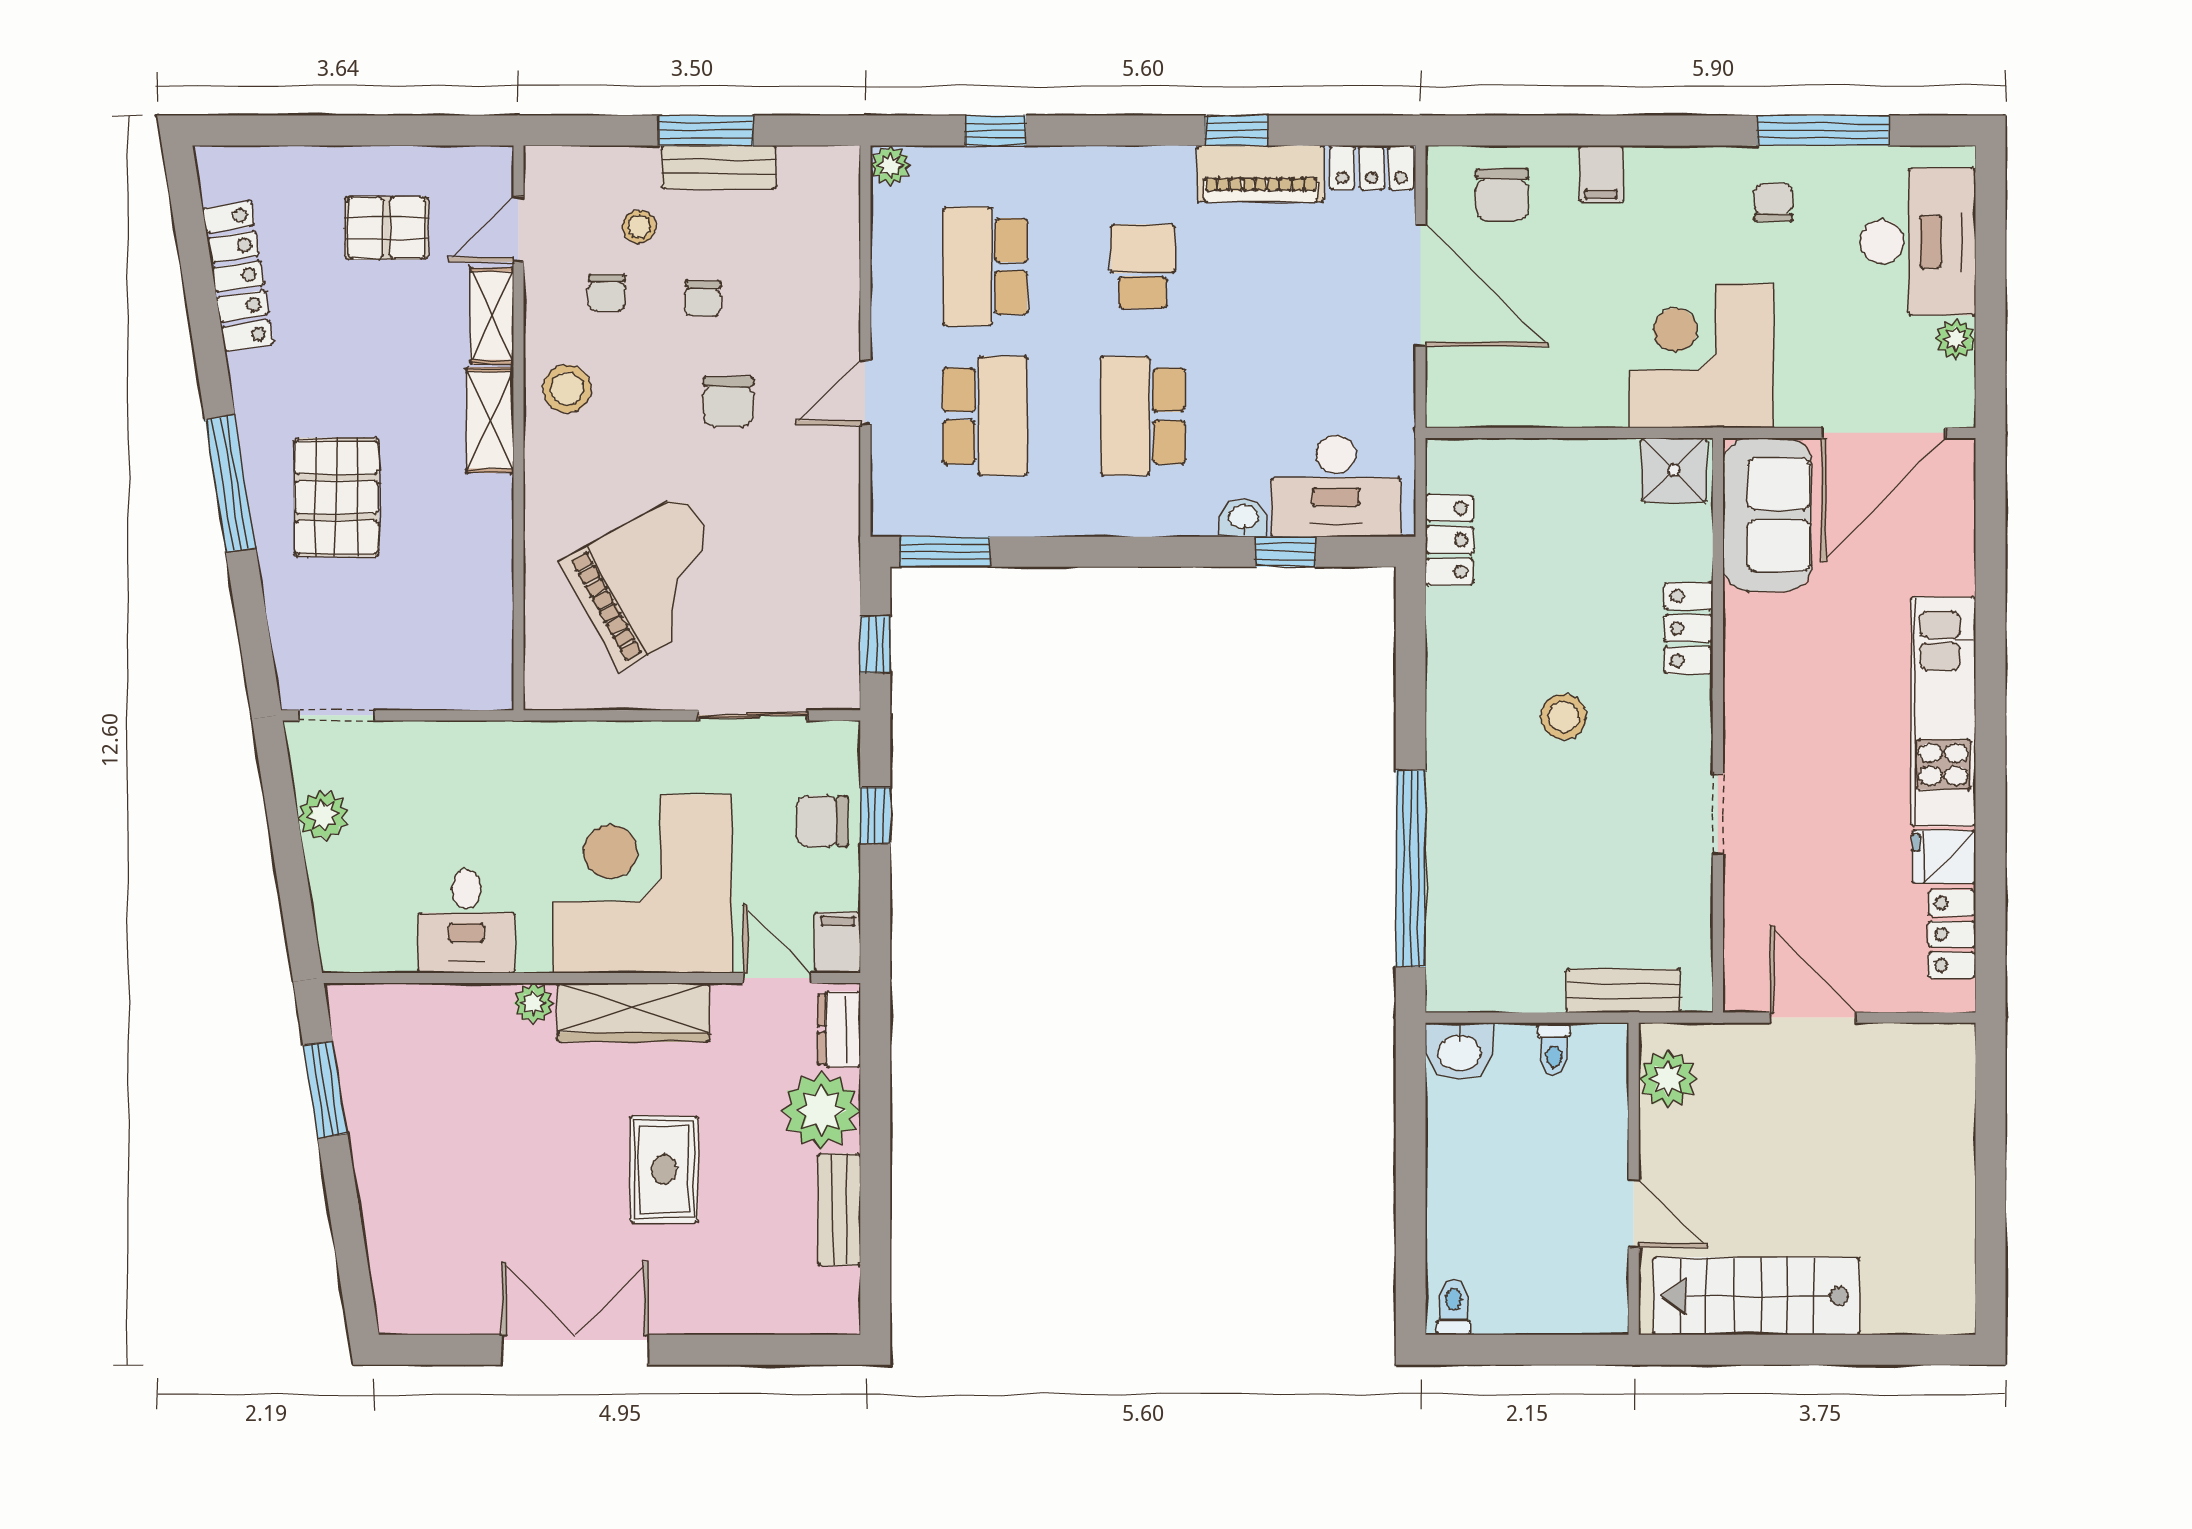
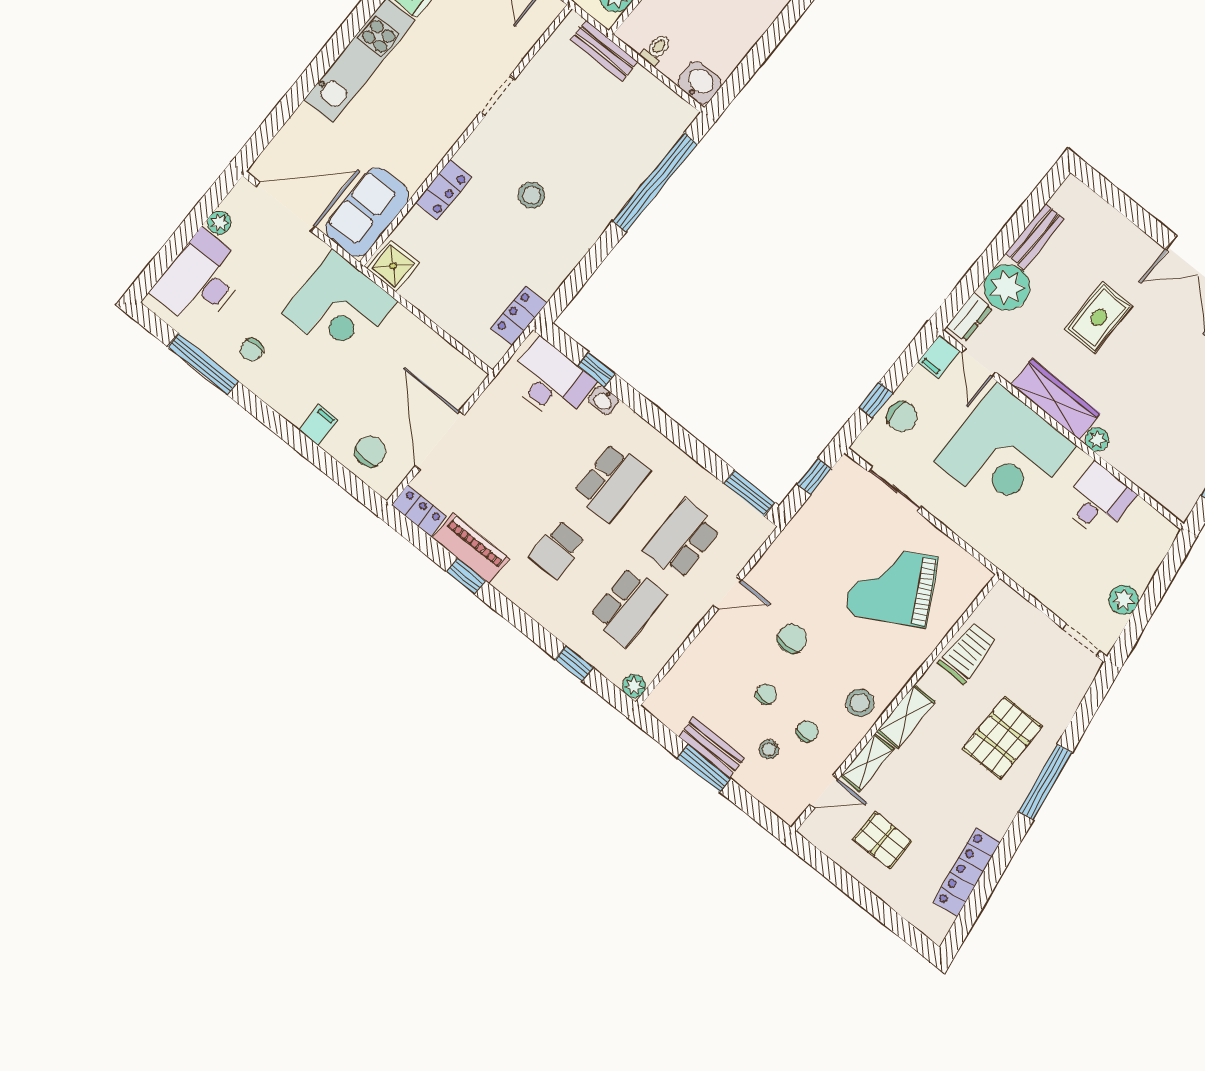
trolley: (476, 573) -> (967, 653), added

